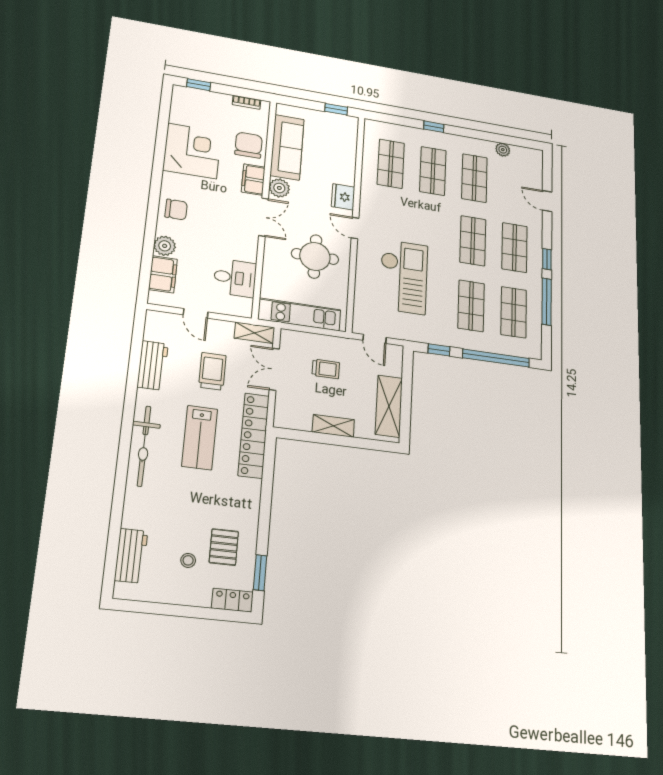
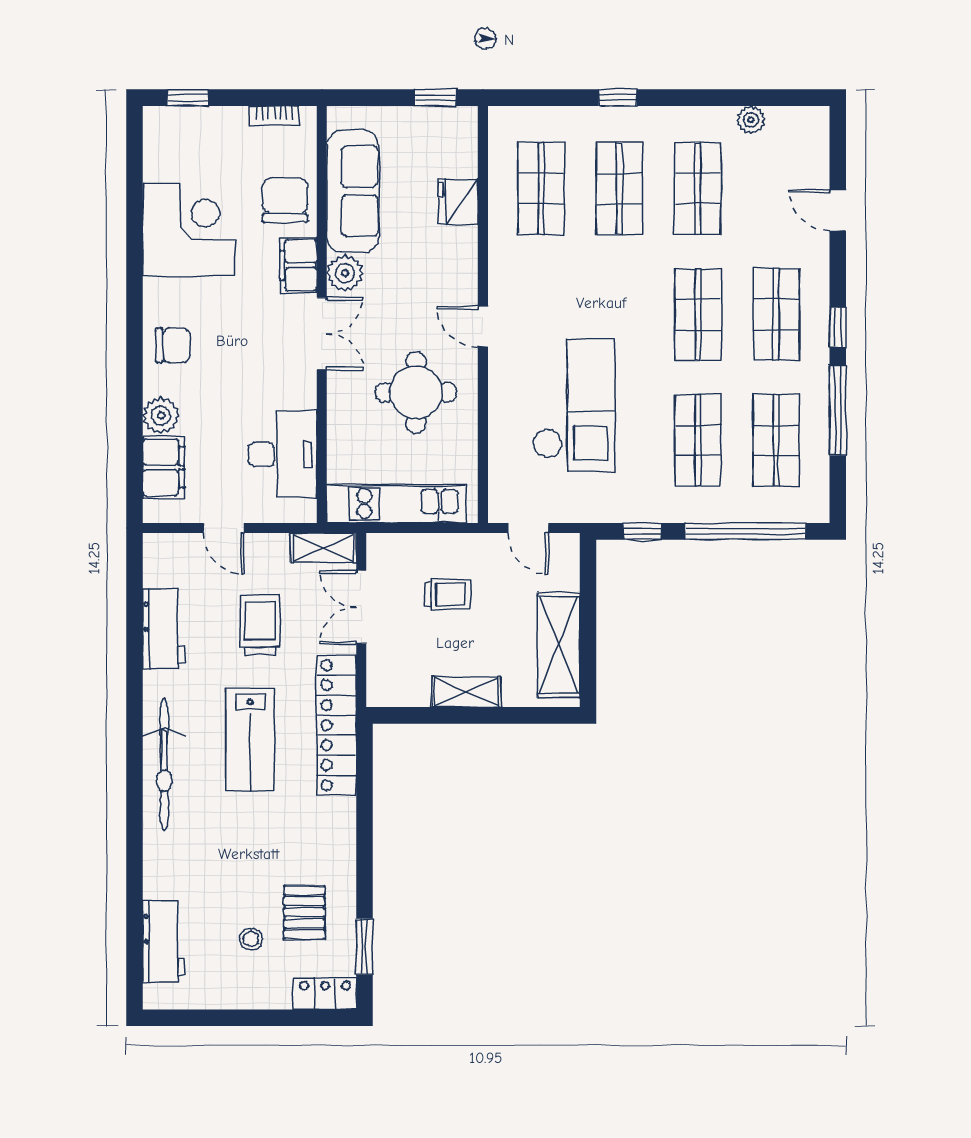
fridge: (343, 197) -> (458, 202), moved
desk: (235, 278) -> (283, 454), width x1.37

